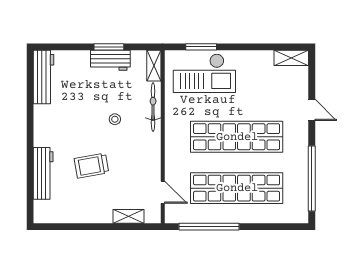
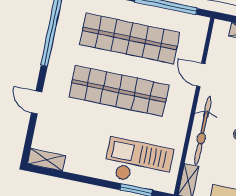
bicycle: (153, 107) -> (203, 130), width x1.37, depth x1.40
door: (163, 192) -> (201, 75), moved

